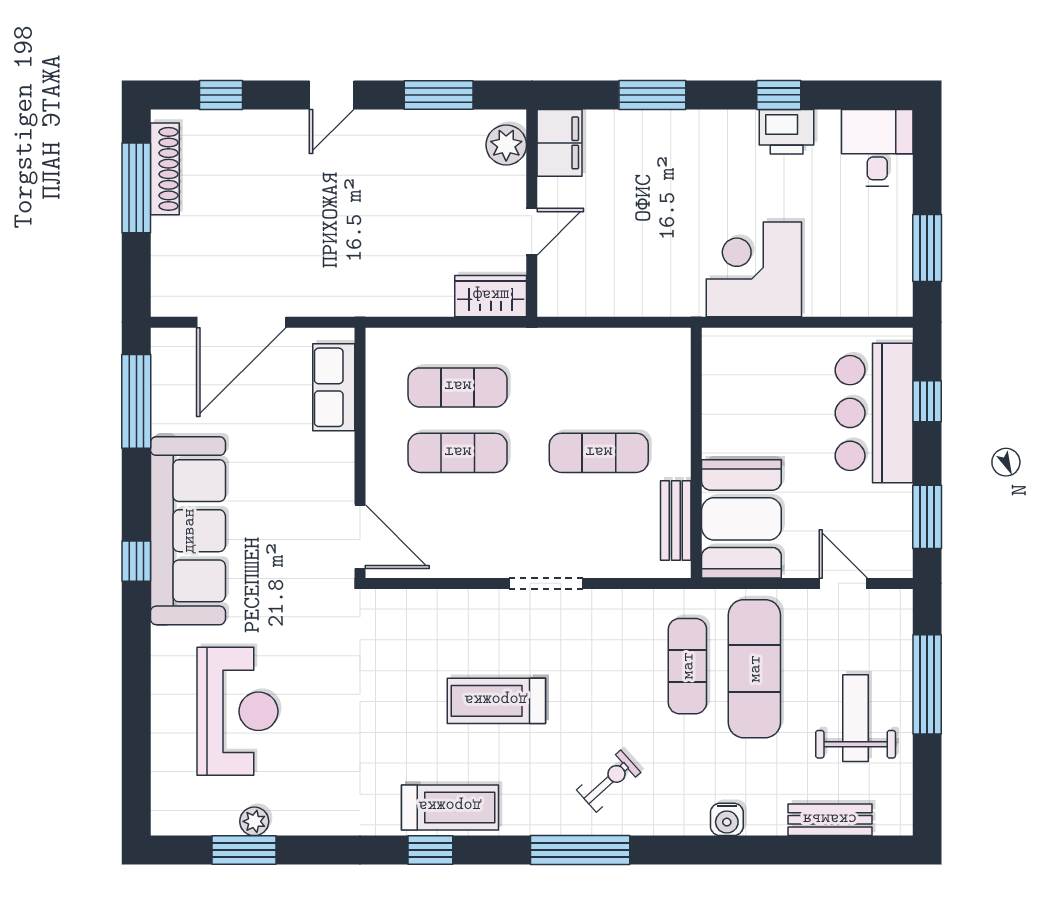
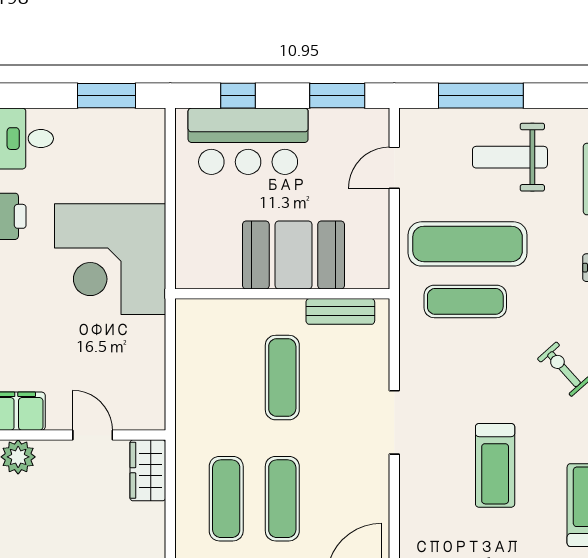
corner desk: (754, 269) -> (110, 259), width x1.36, depth x1.36
booth: (741, 519) -> (294, 255), moved

